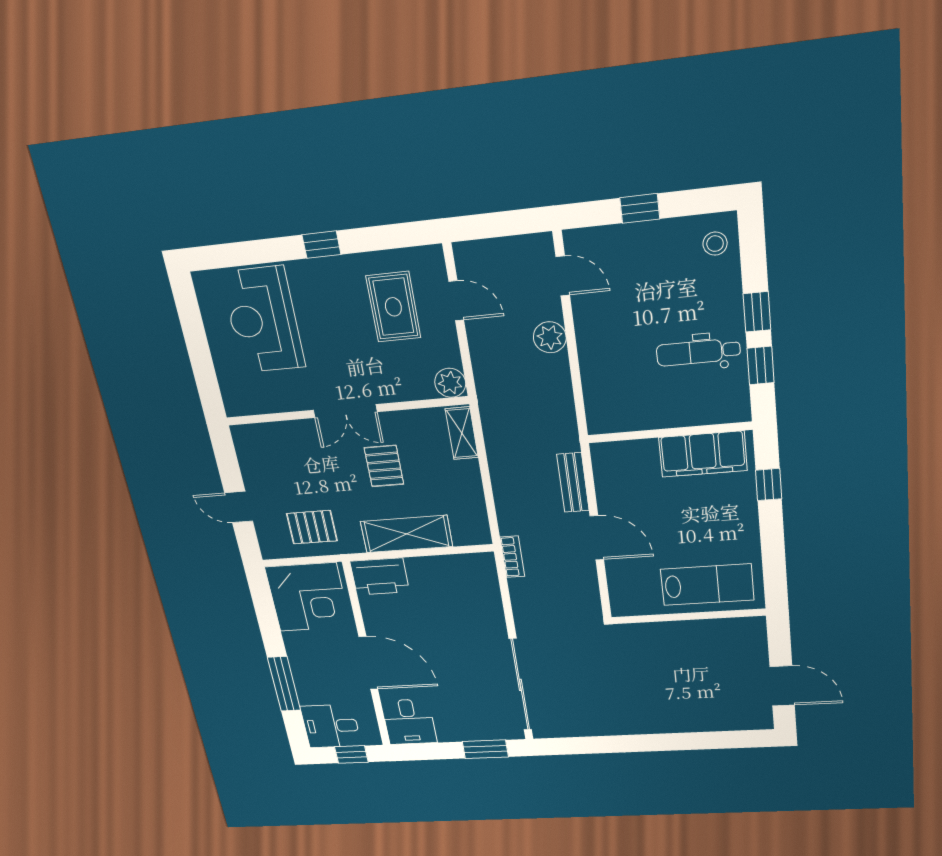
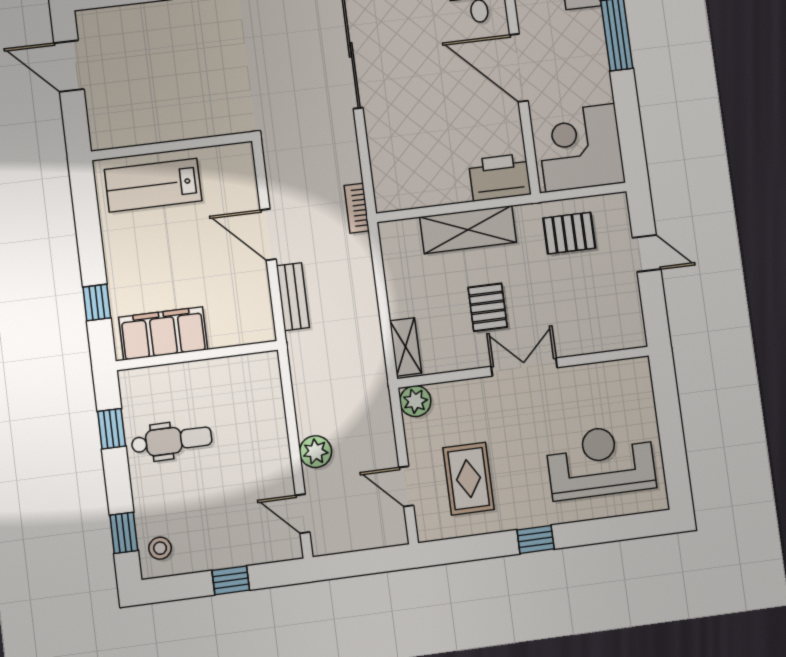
window: (757, 312) -> (124, 533), moved
reception desk: (263, 320) -> (601, 462), turned -90

